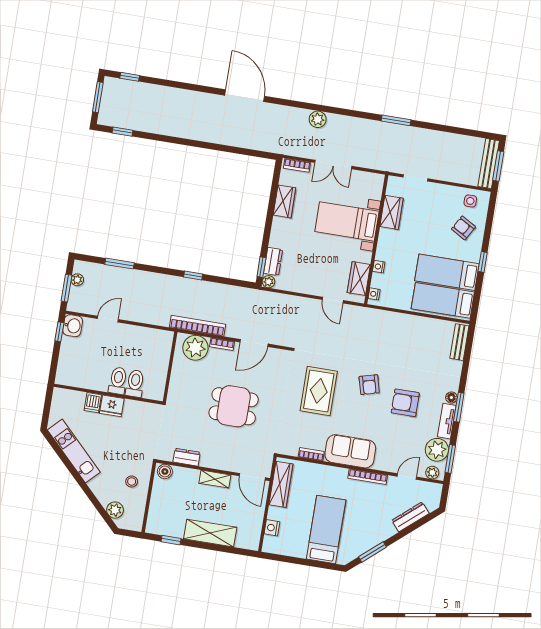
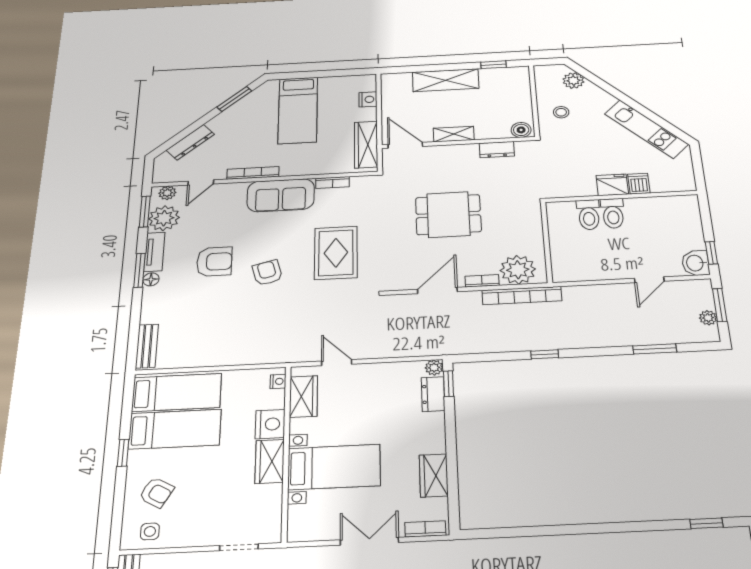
wardrobe: (392, 212) -> (270, 461), moved
nightstand: (379, 267) -> (270, 424), width x1.89, depth x1.79

